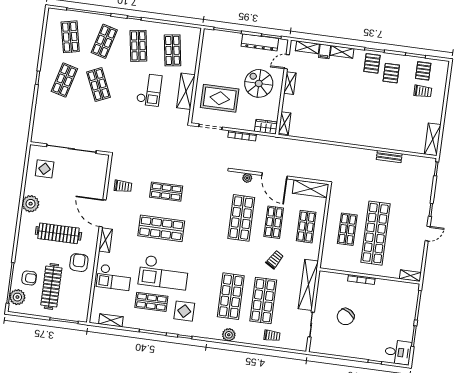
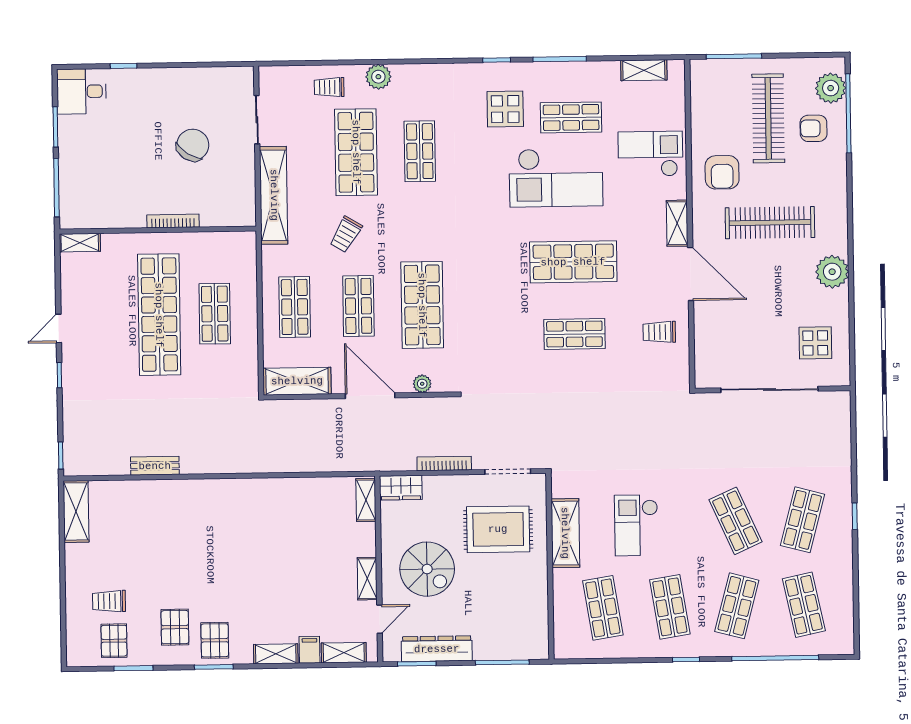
checkout: (164, 272) -> (556, 178), turned 180
shop shelf: (231, 296) -> (420, 151), width x0.70, depth x0.74
plant: (229, 335) -> (378, 77), moved

